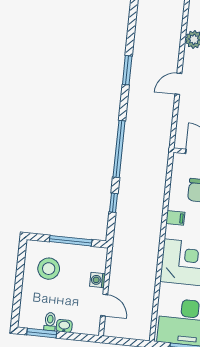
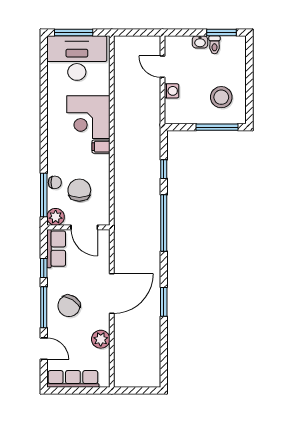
door: (178, 84) -> (112, 294), width x1.88
filing cabinet: (175, 218) -> (101, 147), moved
window: (71, 241) -> (217, 127), moved

